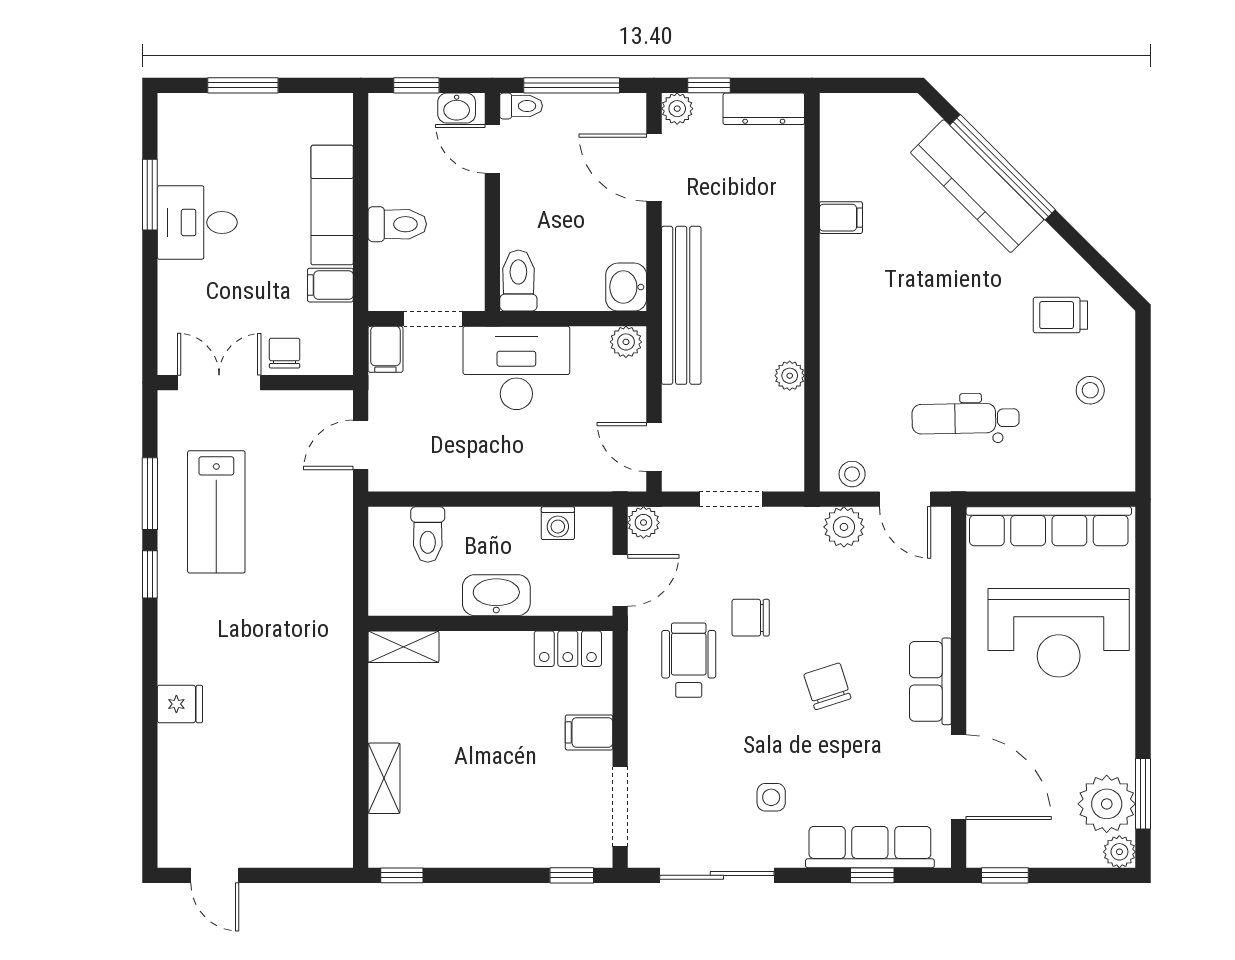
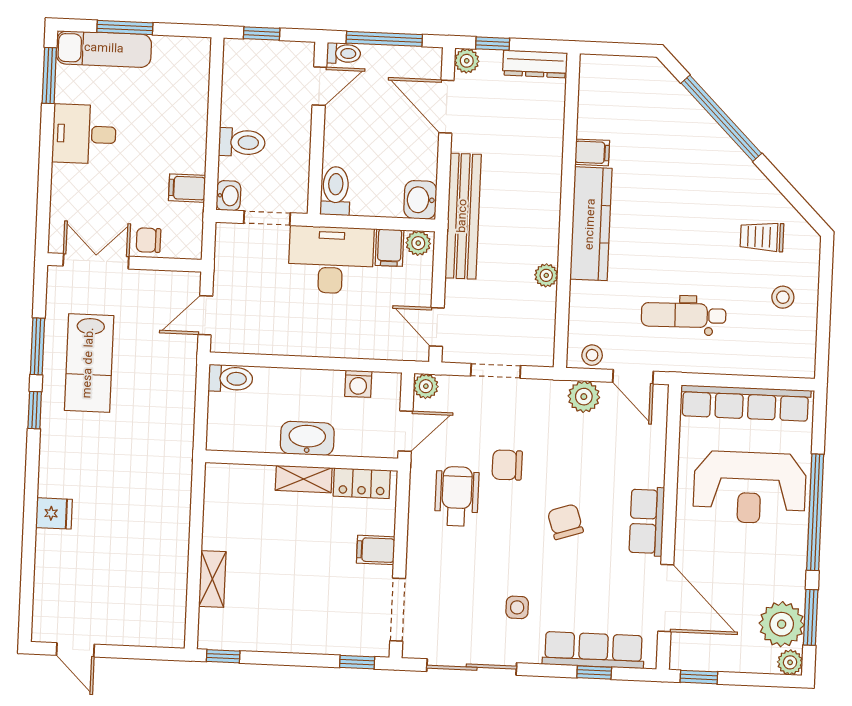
washbasin: (457, 108) -> (228, 196), moved, turned -90
door: (492, 149) -> (319, 86), swing flipped
kitchen counter: (977, 186) -> (591, 224), moved, turned -135
window: (150, 195) -> (49, 76), moved
exam couch: (332, 205) -> (104, 49), moved, turned -90
filing cabinet: (385, 349) -> (390, 248), moved
chair: (285, 353) -> (149, 240), turned -90
toilet: (428, 535) -> (231, 379), moved, turned -90
shelving: (403, 647) -> (304, 479), moved
window: (1143, 660) -> (815, 512), added

